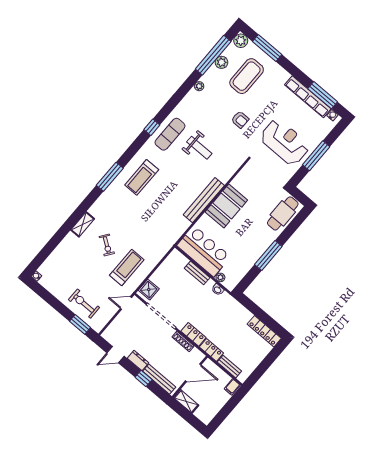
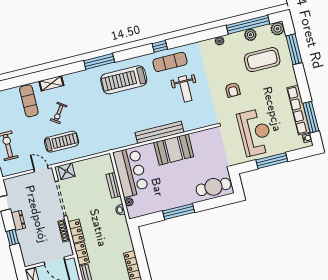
treadmill: (142, 177) -> (124, 80), width x1.37, depth x1.38
exercise mat: (74, 253) -> (29, 101), added
bench: (159, 379) -> (24, 247), removed

